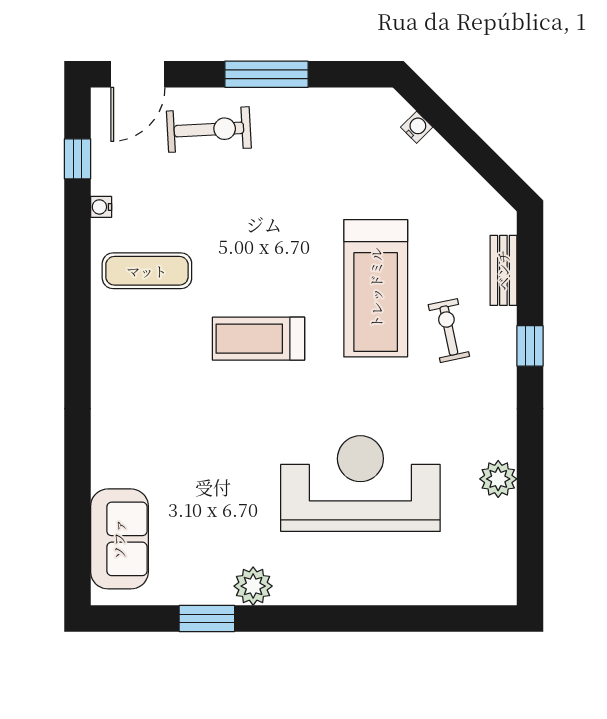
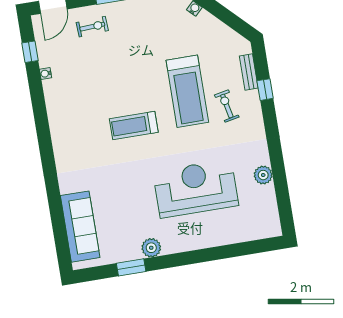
exercise bike: (209, 130) -> (92, 27), width x0.73, depth x0.72
exercise mat: (147, 271) -> (73, 101), removed
window: (530, 346) -> (265, 90), moved
sofa: (119, 539) -> (80, 227), width x1.36

